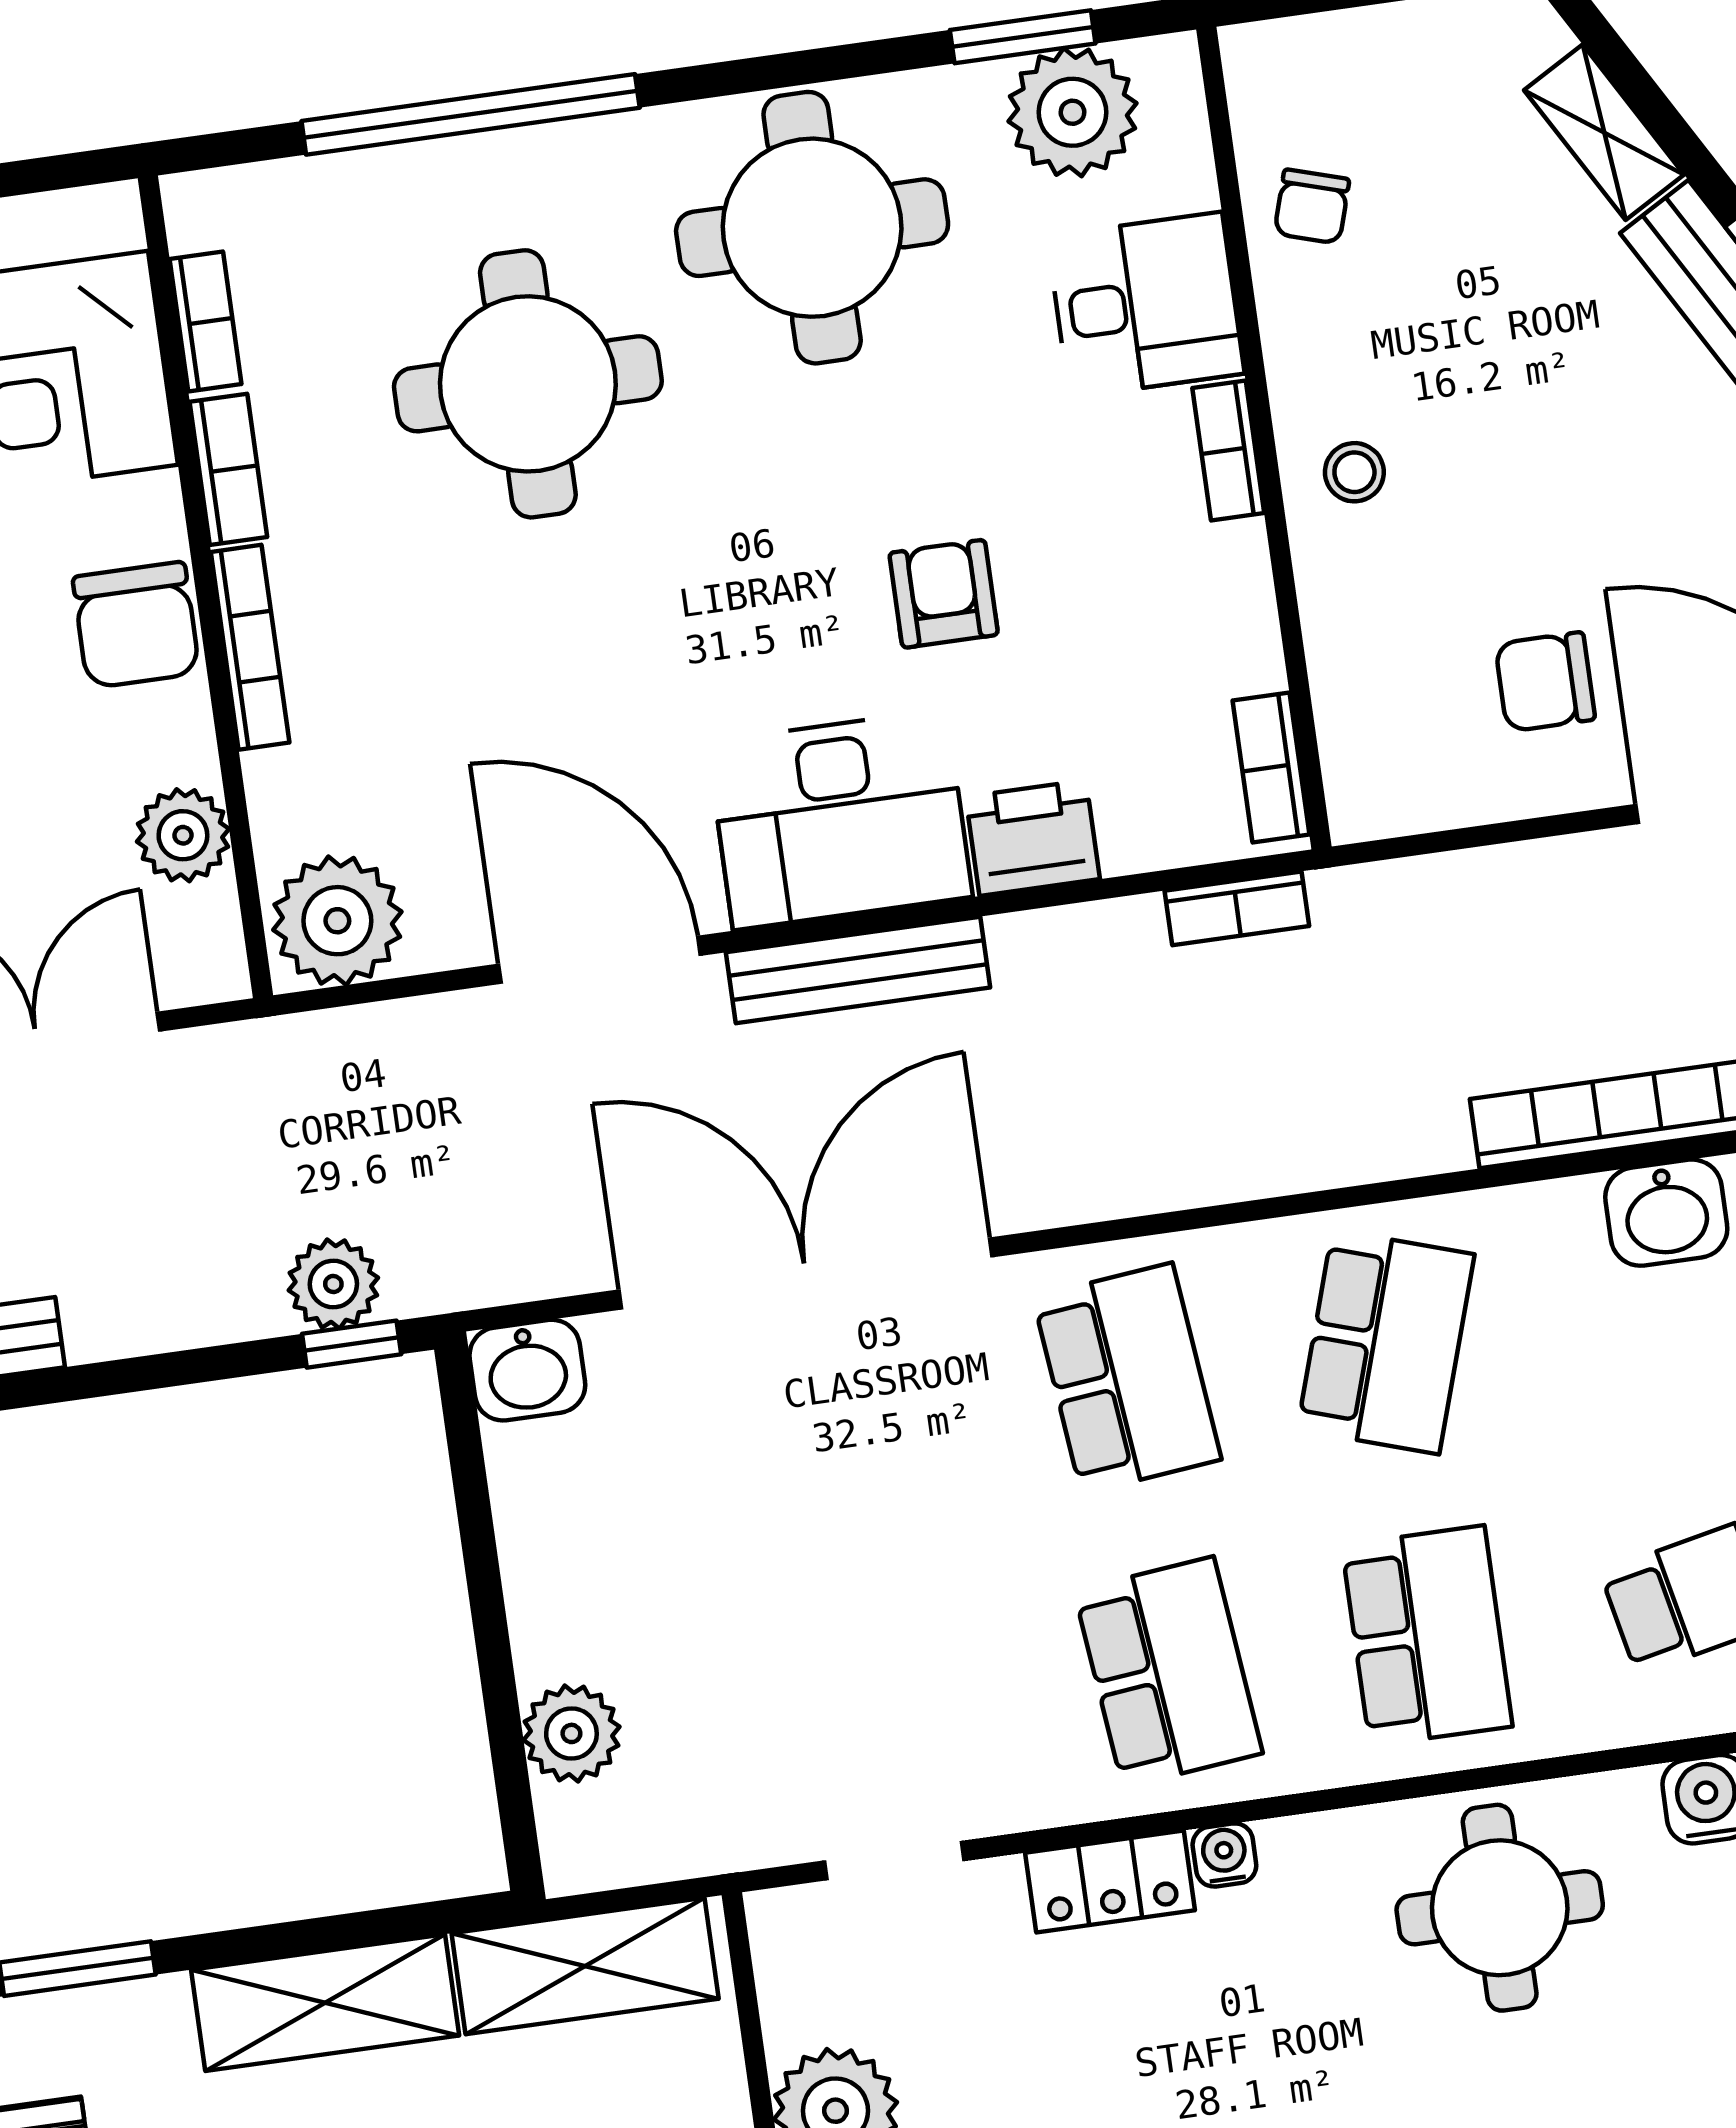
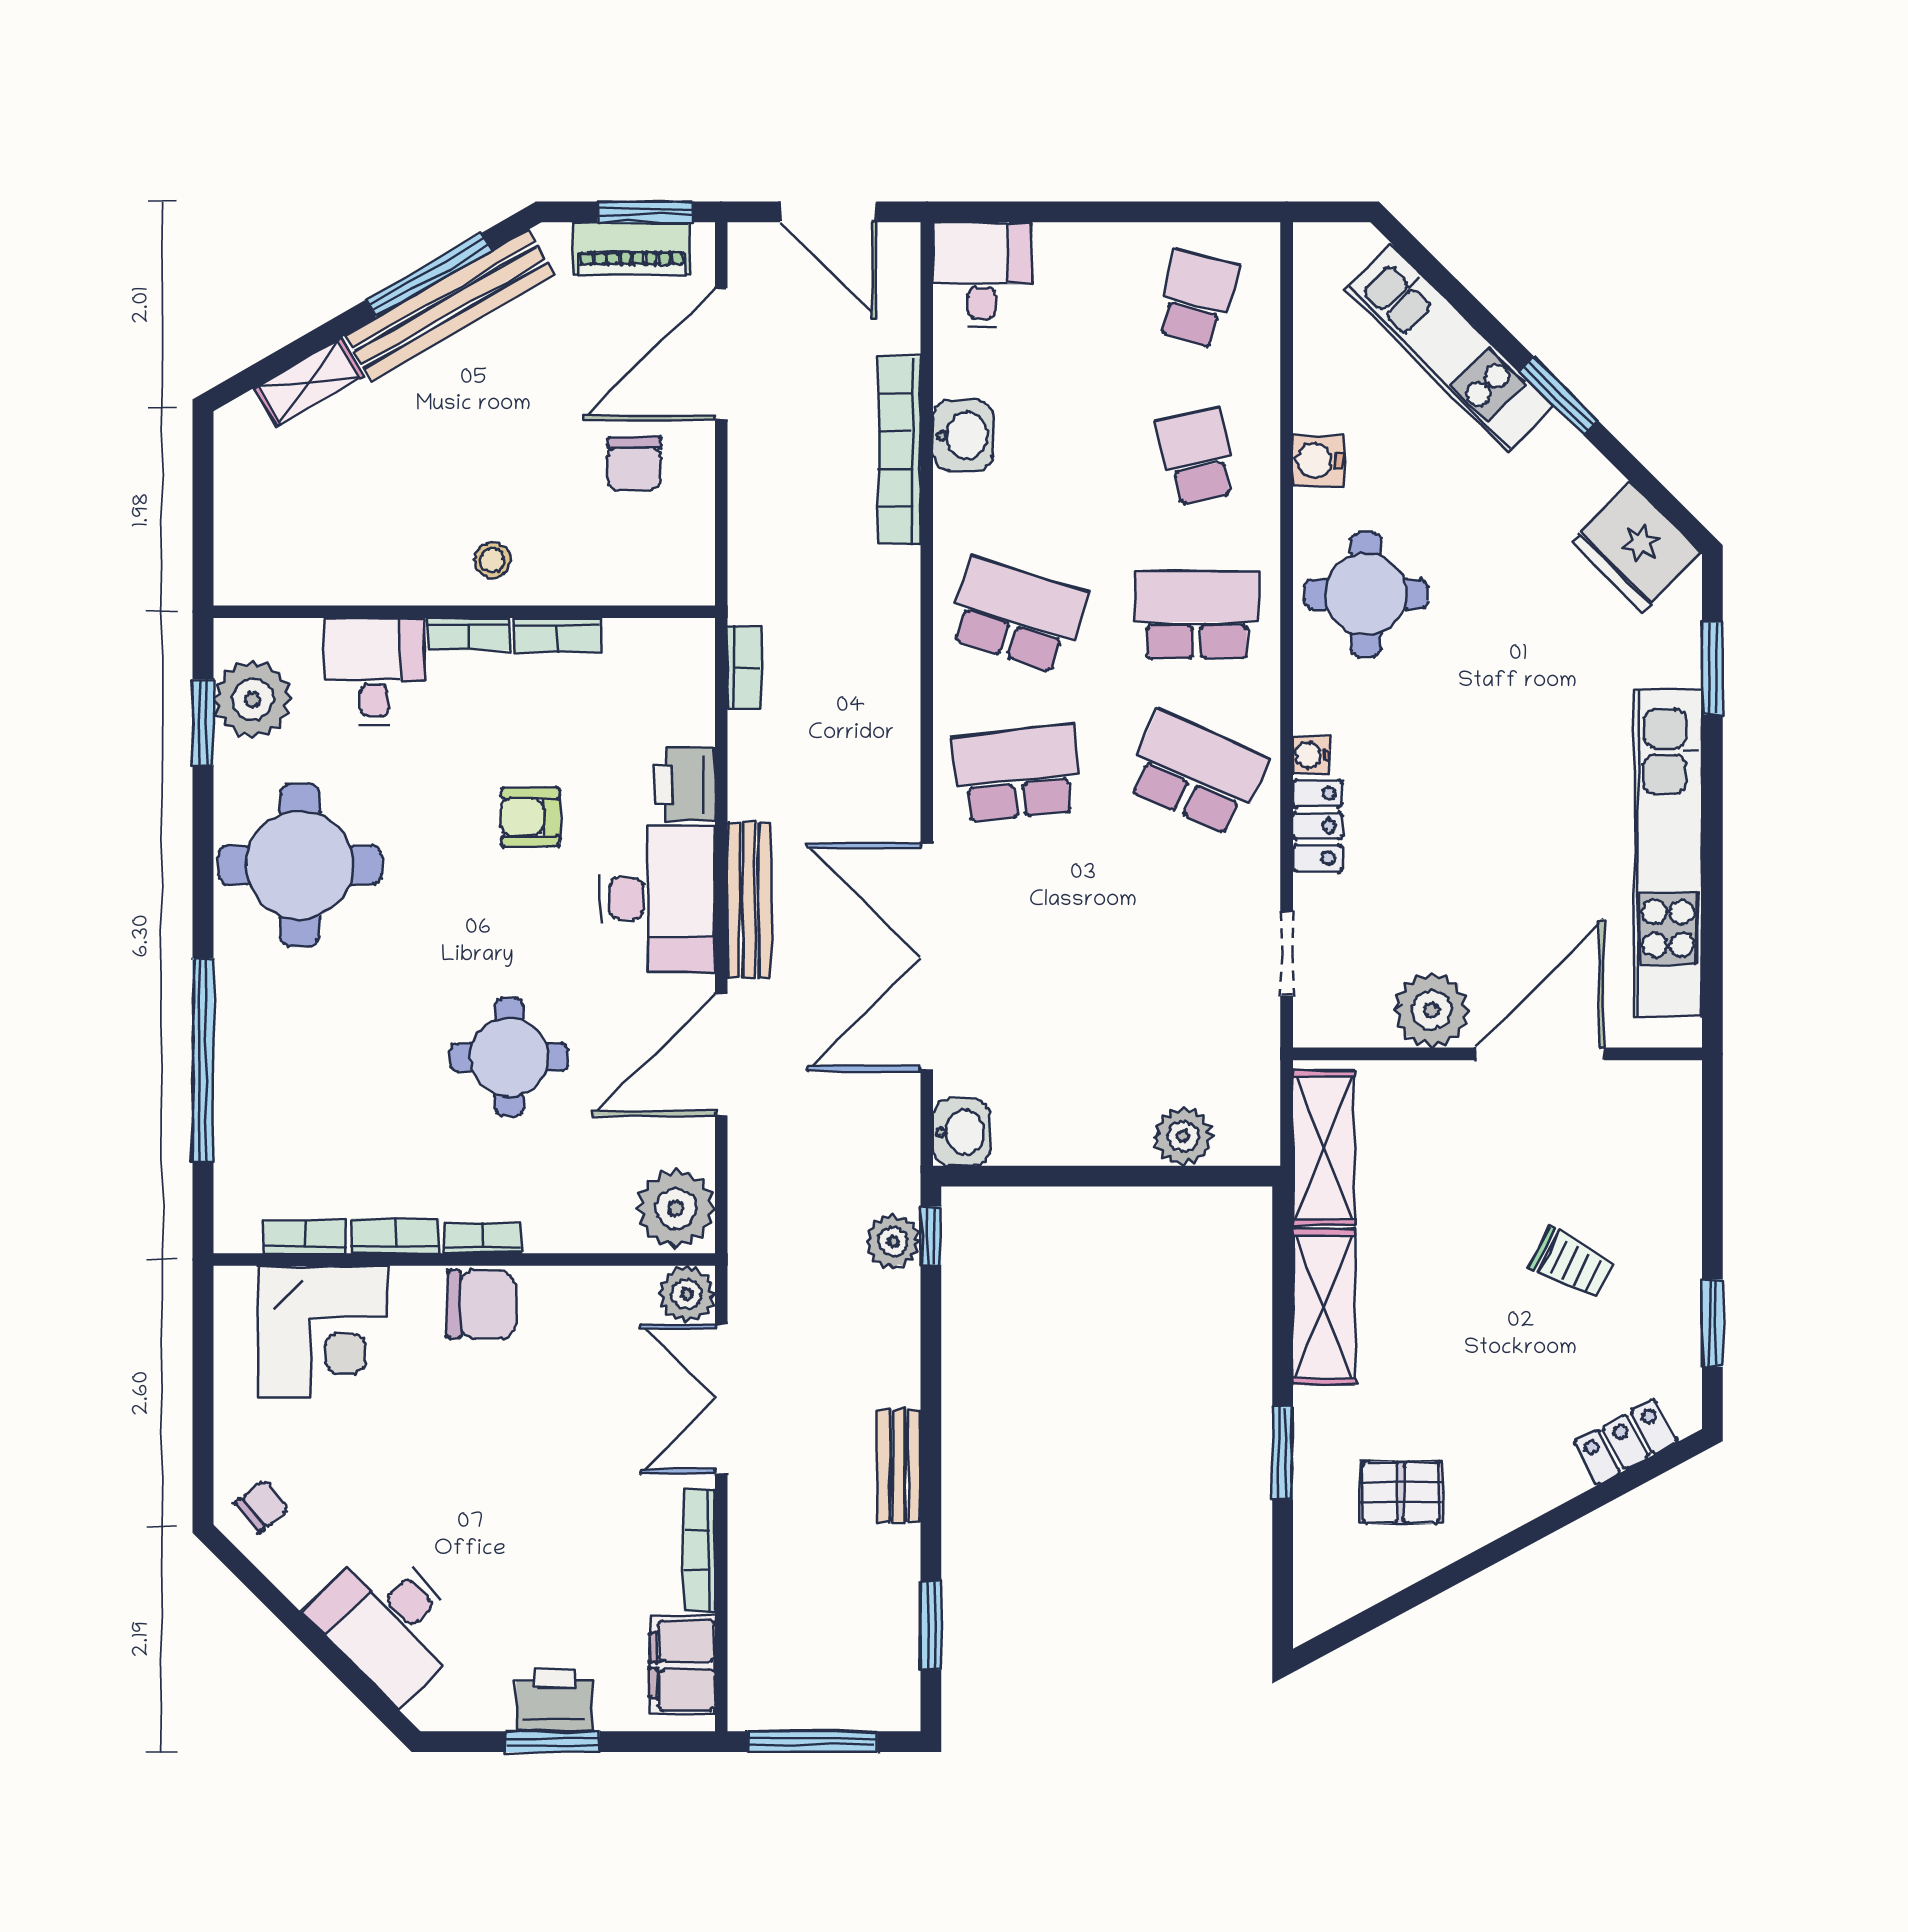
chair: (1312, 206) -> (329, 563), removed
round table: (528, 384) -> (509, 1057), moved, width x0.73, depth x0.73
bookcase: (250, 647) -> (482, 1238), width x0.64
bookcase: (1271, 768) -> (557, 635), moved
plant: (183, 835) -> (687, 1294), moved
school desk: (1168, 1672) -> (1197, 773), turned 30

